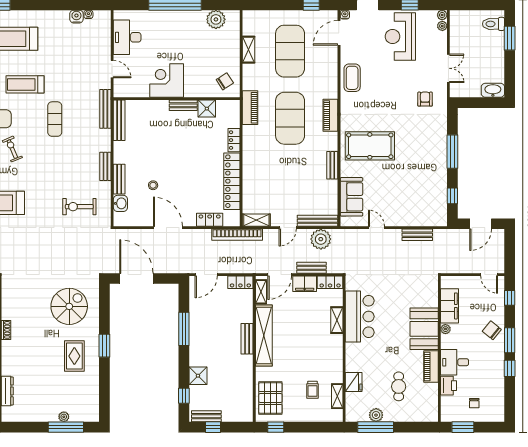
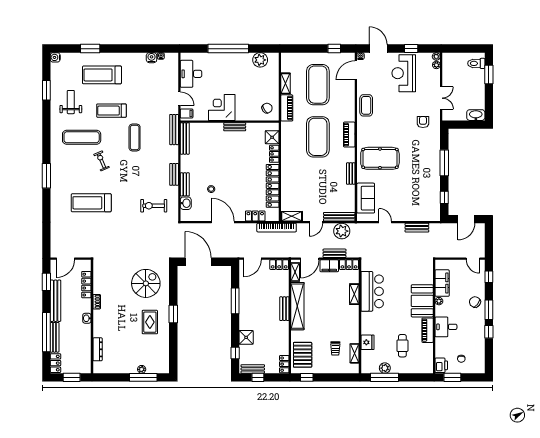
filing cabinet: (121, 88) -> (187, 113), added
piano: (250, 108) -> (287, 108), moved
shower: (207, 109) -> (272, 137), moved
printer: (448, 386) -> (441, 365), moved
locker: (247, 410) -> (284, 364), added

